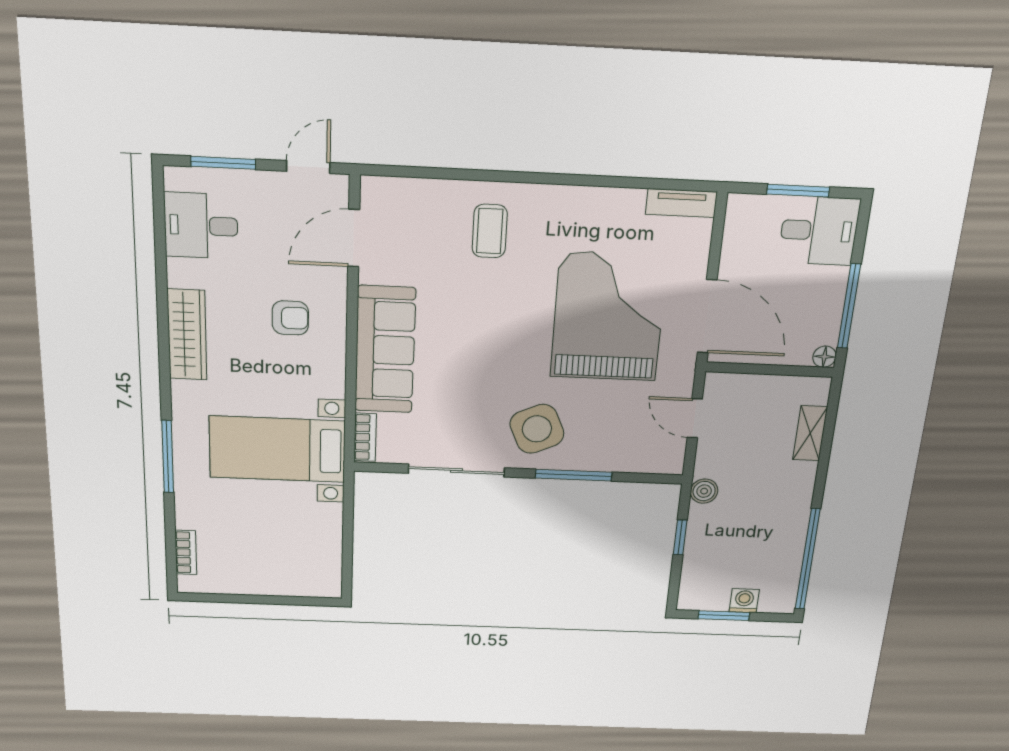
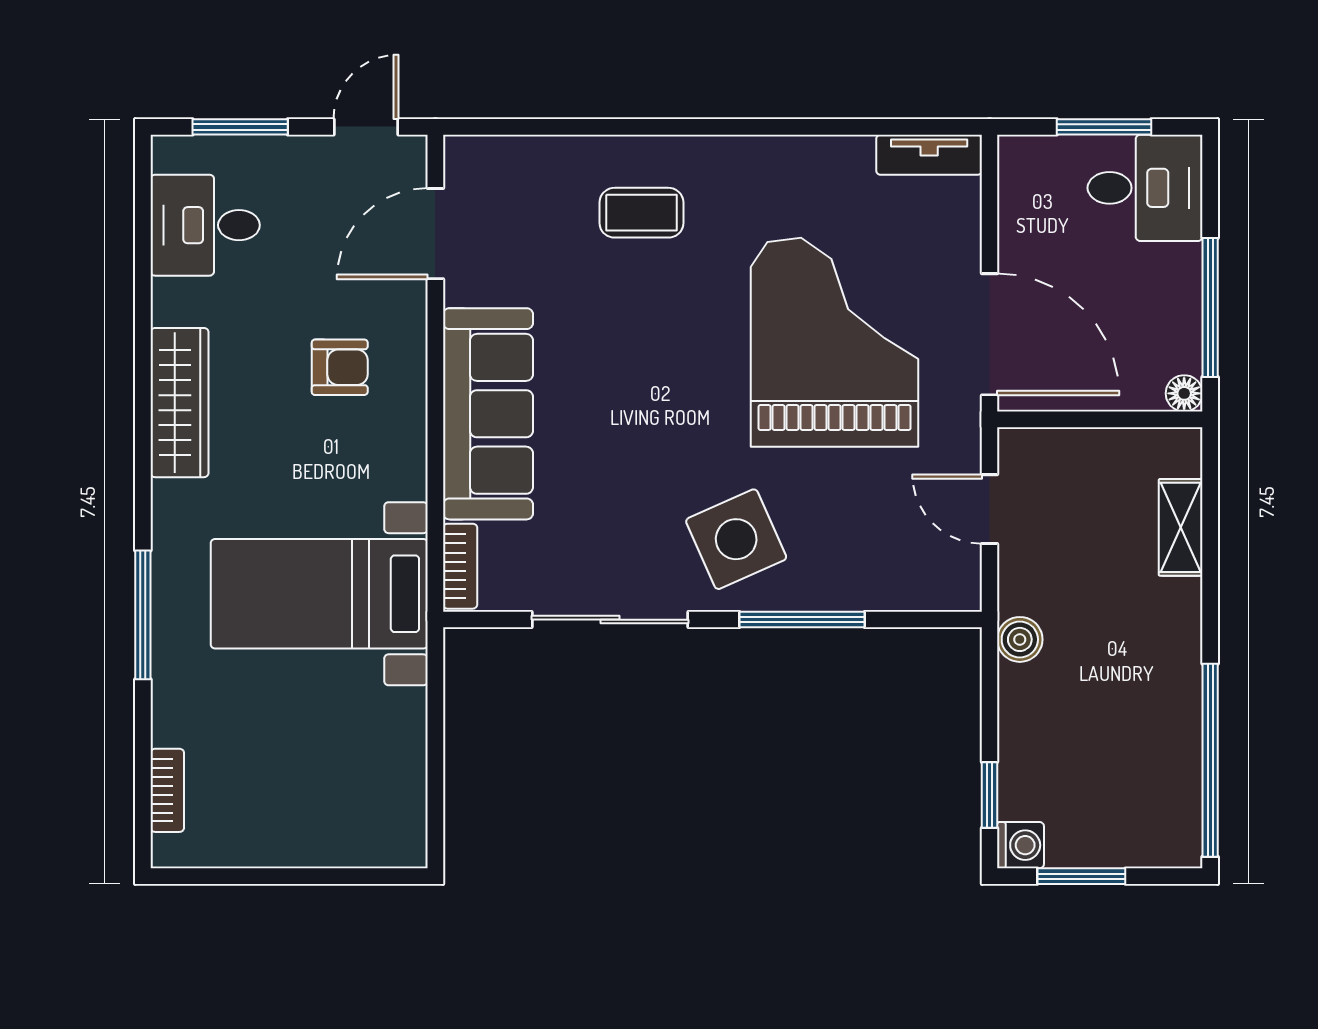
coffee table: (490, 231) -> (641, 213), turned 90
window: (680, 537) -> (990, 795), moved
washing machine: (744, 601) -> (1021, 845), moved, turned 90

